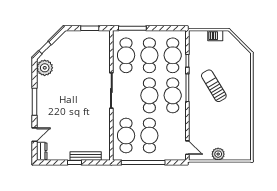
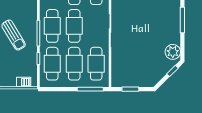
barbecue: (215, 36) -> (24, 82), moved

